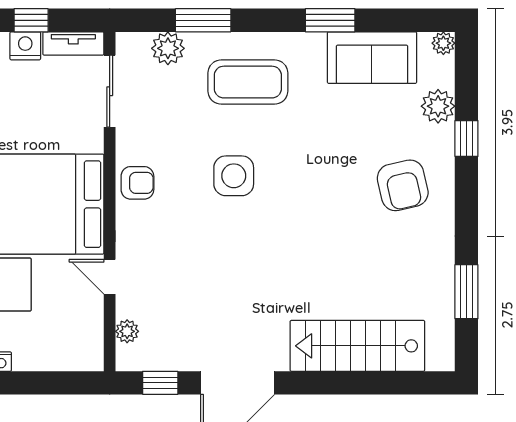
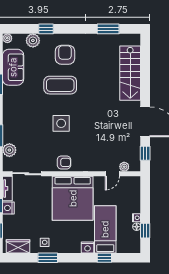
coffee table: (248, 82) -> (60, 85), moved, turned 90
armchair: (137, 183) -> (64, 162), turned 90
armchair: (403, 185) -> (65, 55), turned -77
door: (110, 277) -> (112, 174), moved

